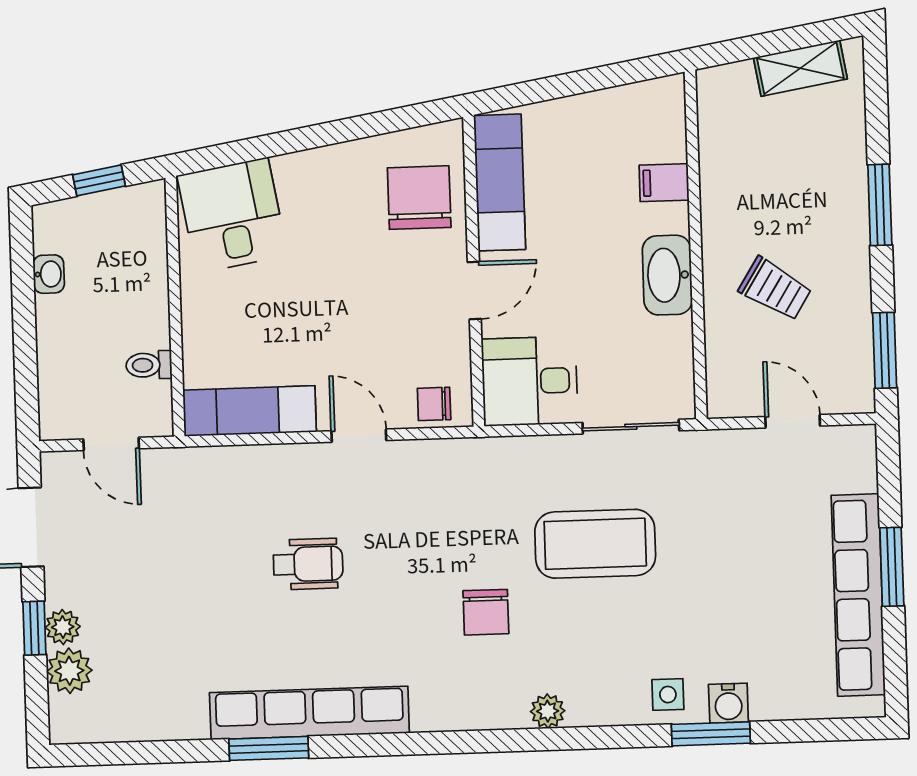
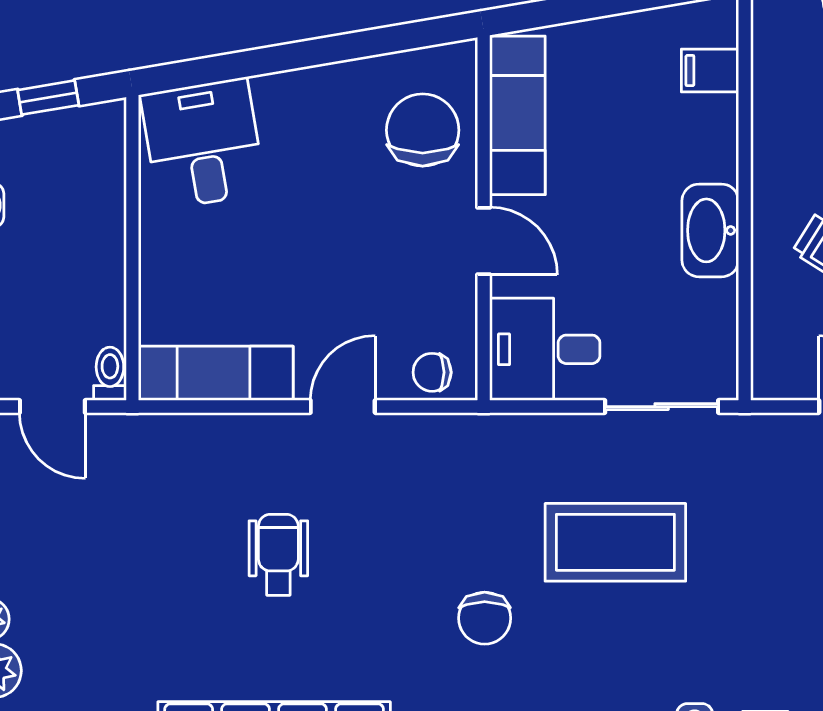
filing cabinet: (664, 183) -> (710, 71), moved
door: (474, 290) -> (484, 241), hinge flipped
toilet: (149, 365) -> (110, 374), moved, turned 90
door: (359, 436) -> (343, 407), hinge flipped
wheelchair: (308, 564) -> (278, 555), turned -90

